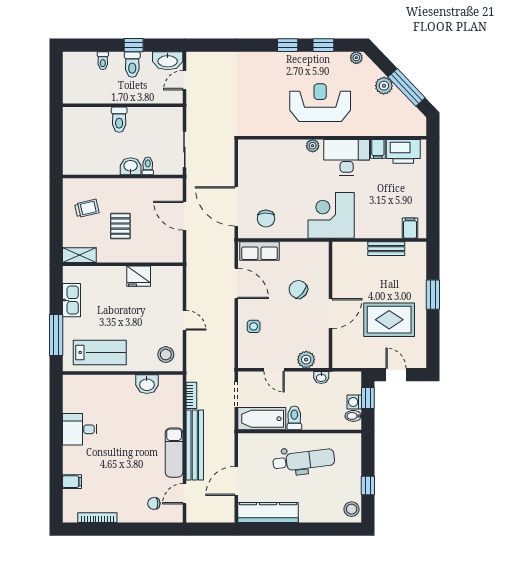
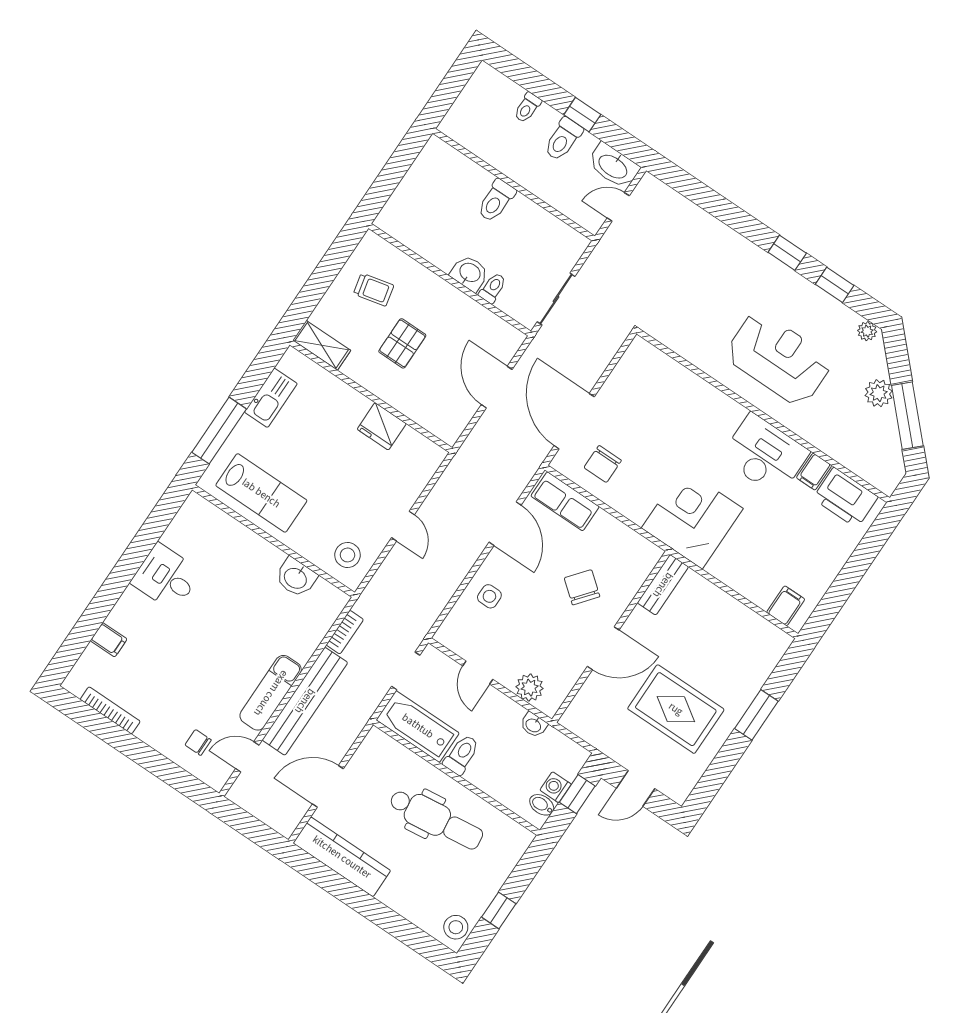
plant: (313, 146) -> (730, 409), removed
bench: (386, 249) -> (663, 585), moved, turned 90
door: (396, 375) -> (636, 788), swing flipped

